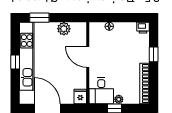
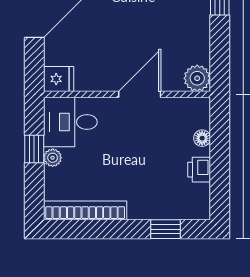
printer: (143, 28) -> (199, 170), moved
plant: (64, 29) -> (197, 78), moved
window: (154, 54) -> (165, 229), moved

